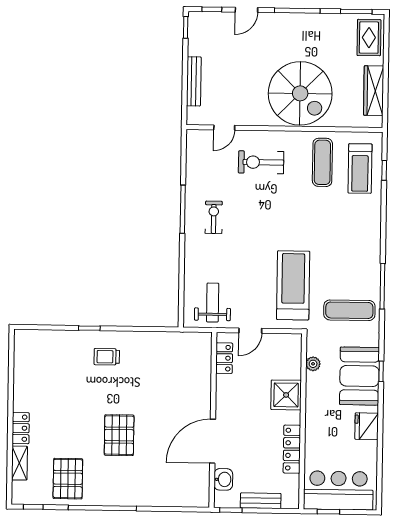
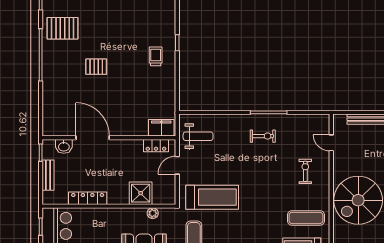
exercise bike: (261, 162) -> (305, 171), width x0.73, depth x0.72
door: (250, 331) -> (177, 165), hinge flipped
filing cabinet: (201, 351) -> (161, 128), added
shower: (286, 395) -> (141, 193), moved
pallet: (119, 435) -> (96, 67), width x0.67, depth x0.71

